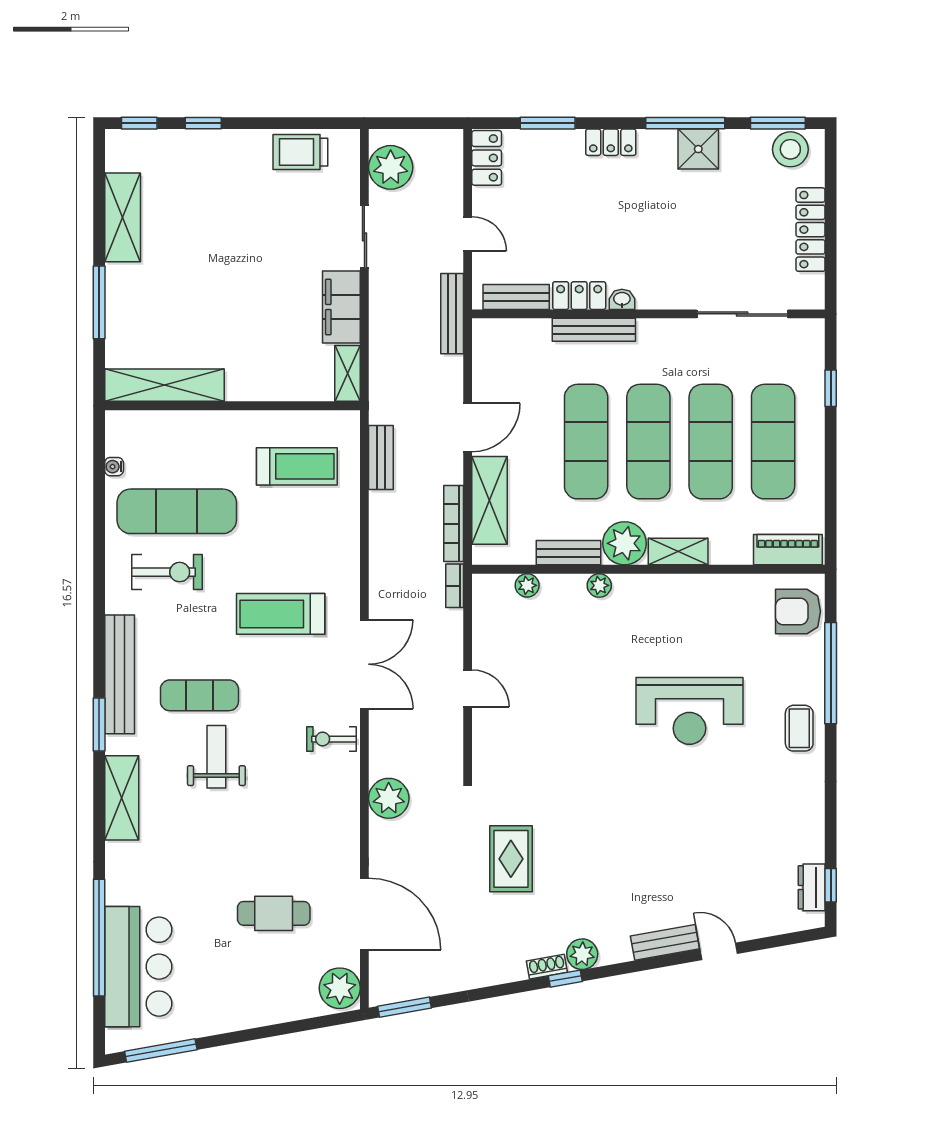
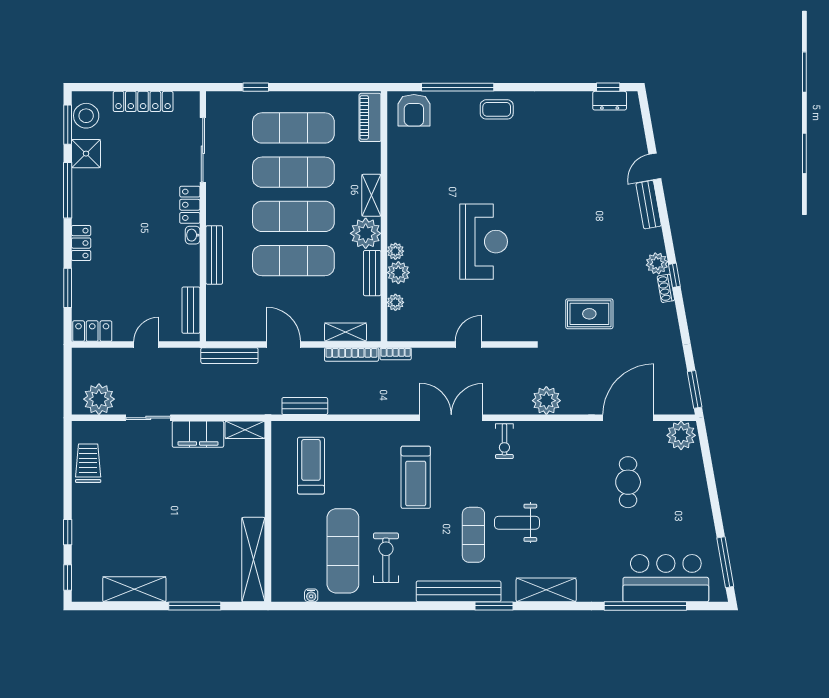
shower: (698, 149) -> (86, 154), moved
trolley: (300, 152) -> (88, 463), turned 180
locker: (579, 296) -> (190, 205), moved
bench: (452, 314) -> (229, 356), moved
shelving: (490, 500) -> (345, 332), width x0.67, depth x0.75
plant: (569, 589) -> (398, 273), added
reception desk: (689, 711) -> (484, 242), moved

